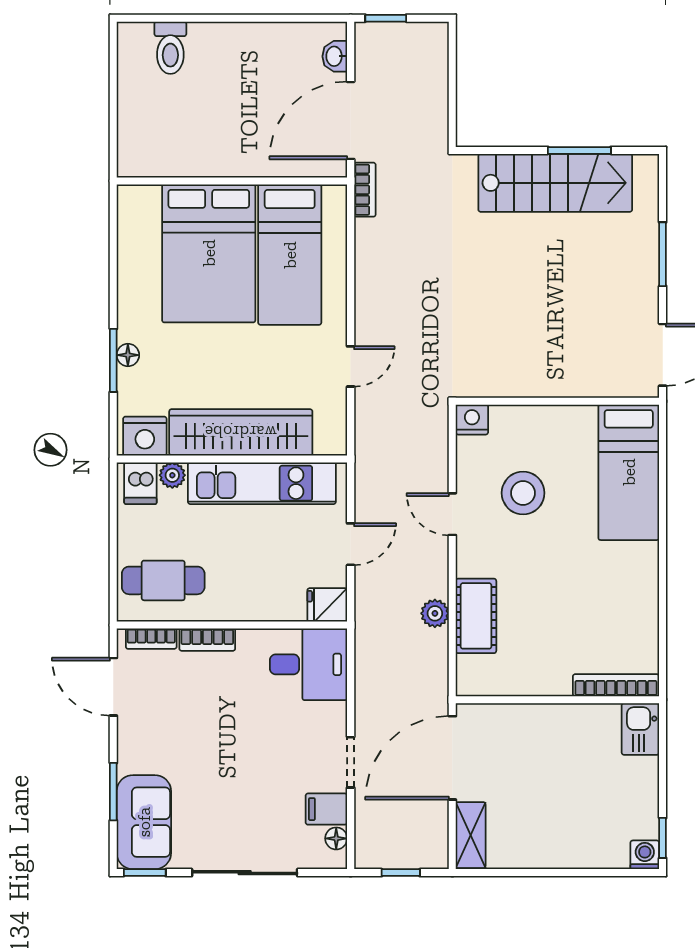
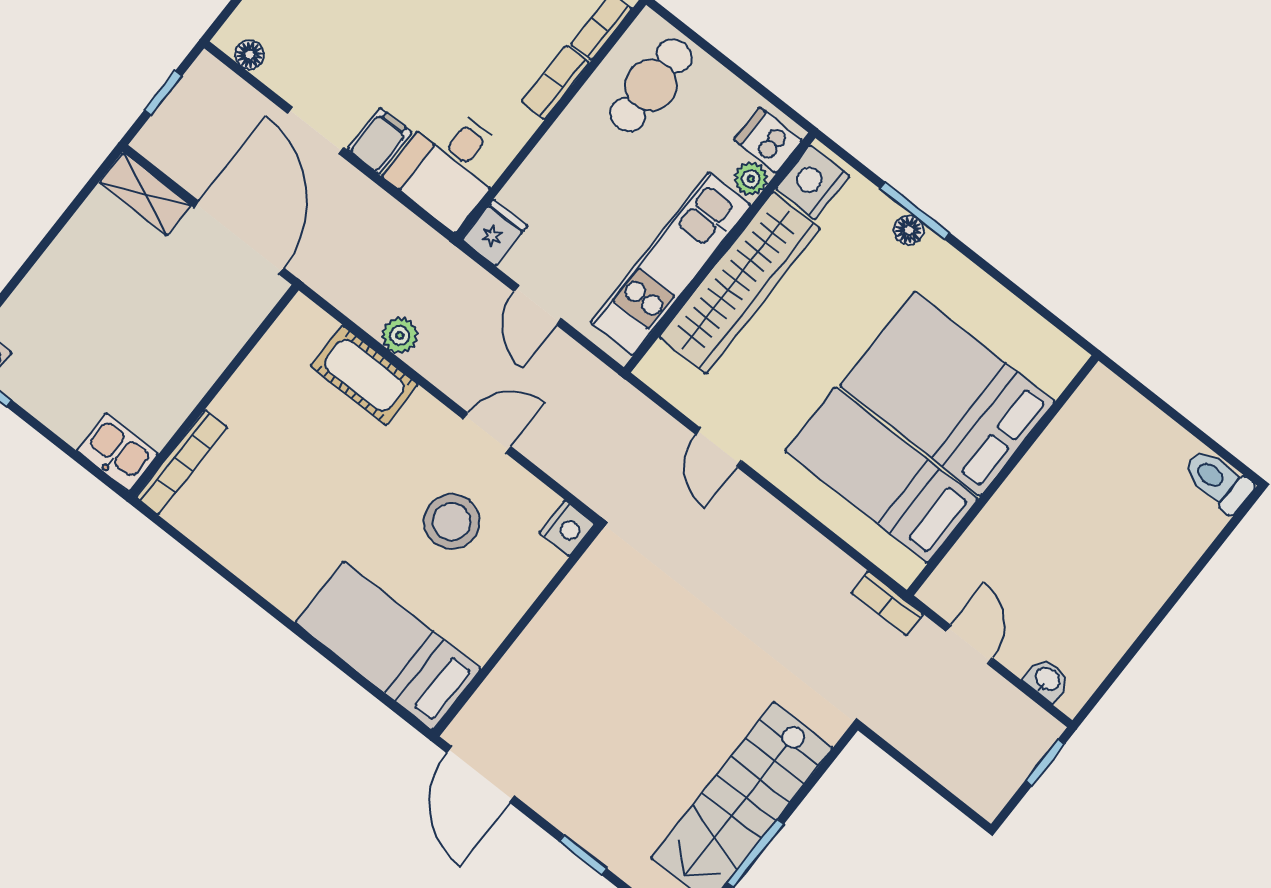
toilet: (170, 48) -> (1218, 481), moved
door: (351, 120) -> (969, 645), width x0.53
window: (663, 254) -> (583, 855), width x0.67
filing cabinet: (326, 809) -> (380, 141), moved

